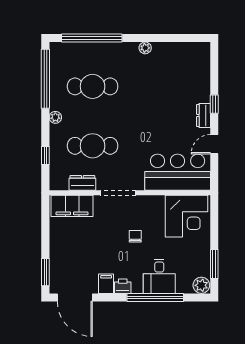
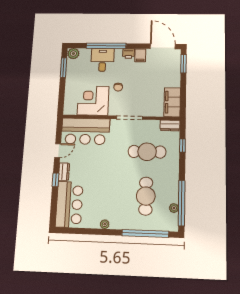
bar counter: (194, 72) -> (69, 204), added
cafe table: (93, 86) -> (146, 196), turned 90
plant: (55, 117) -> (174, 208), moved
dresser: (82, 183) -> (170, 125), moved
filing cabinet: (72, 206) -> (172, 102), moved, turned -90
corner desk: (186, 216) -> (93, 101), moved

